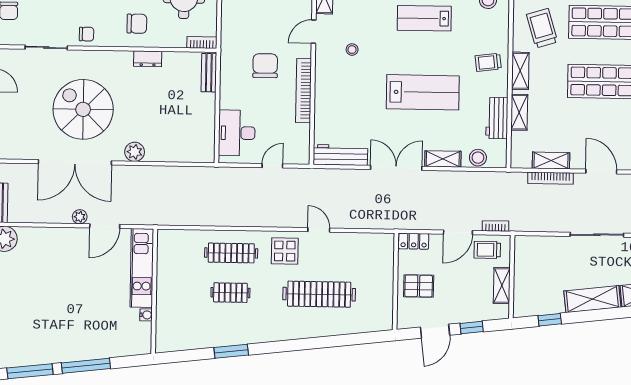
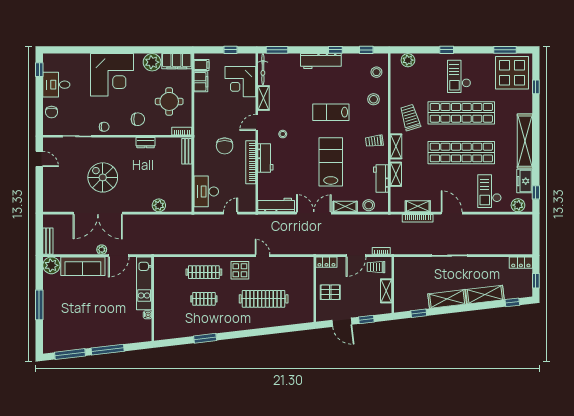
chair: (265, 66) -> (225, 146), turned 180
workbench: (326, 85) -> (265, 158), added
lab bench: (423, 92) -> (331, 162), turned -90
spiral stairs: (83, 109) -> (103, 177), width x0.73, depth x0.73
plant: (135, 152) -> (159, 205), moved
sofa: (51, 241) -> (83, 266), added
door: (435, 331) -> (342, 322), hinge flipped

